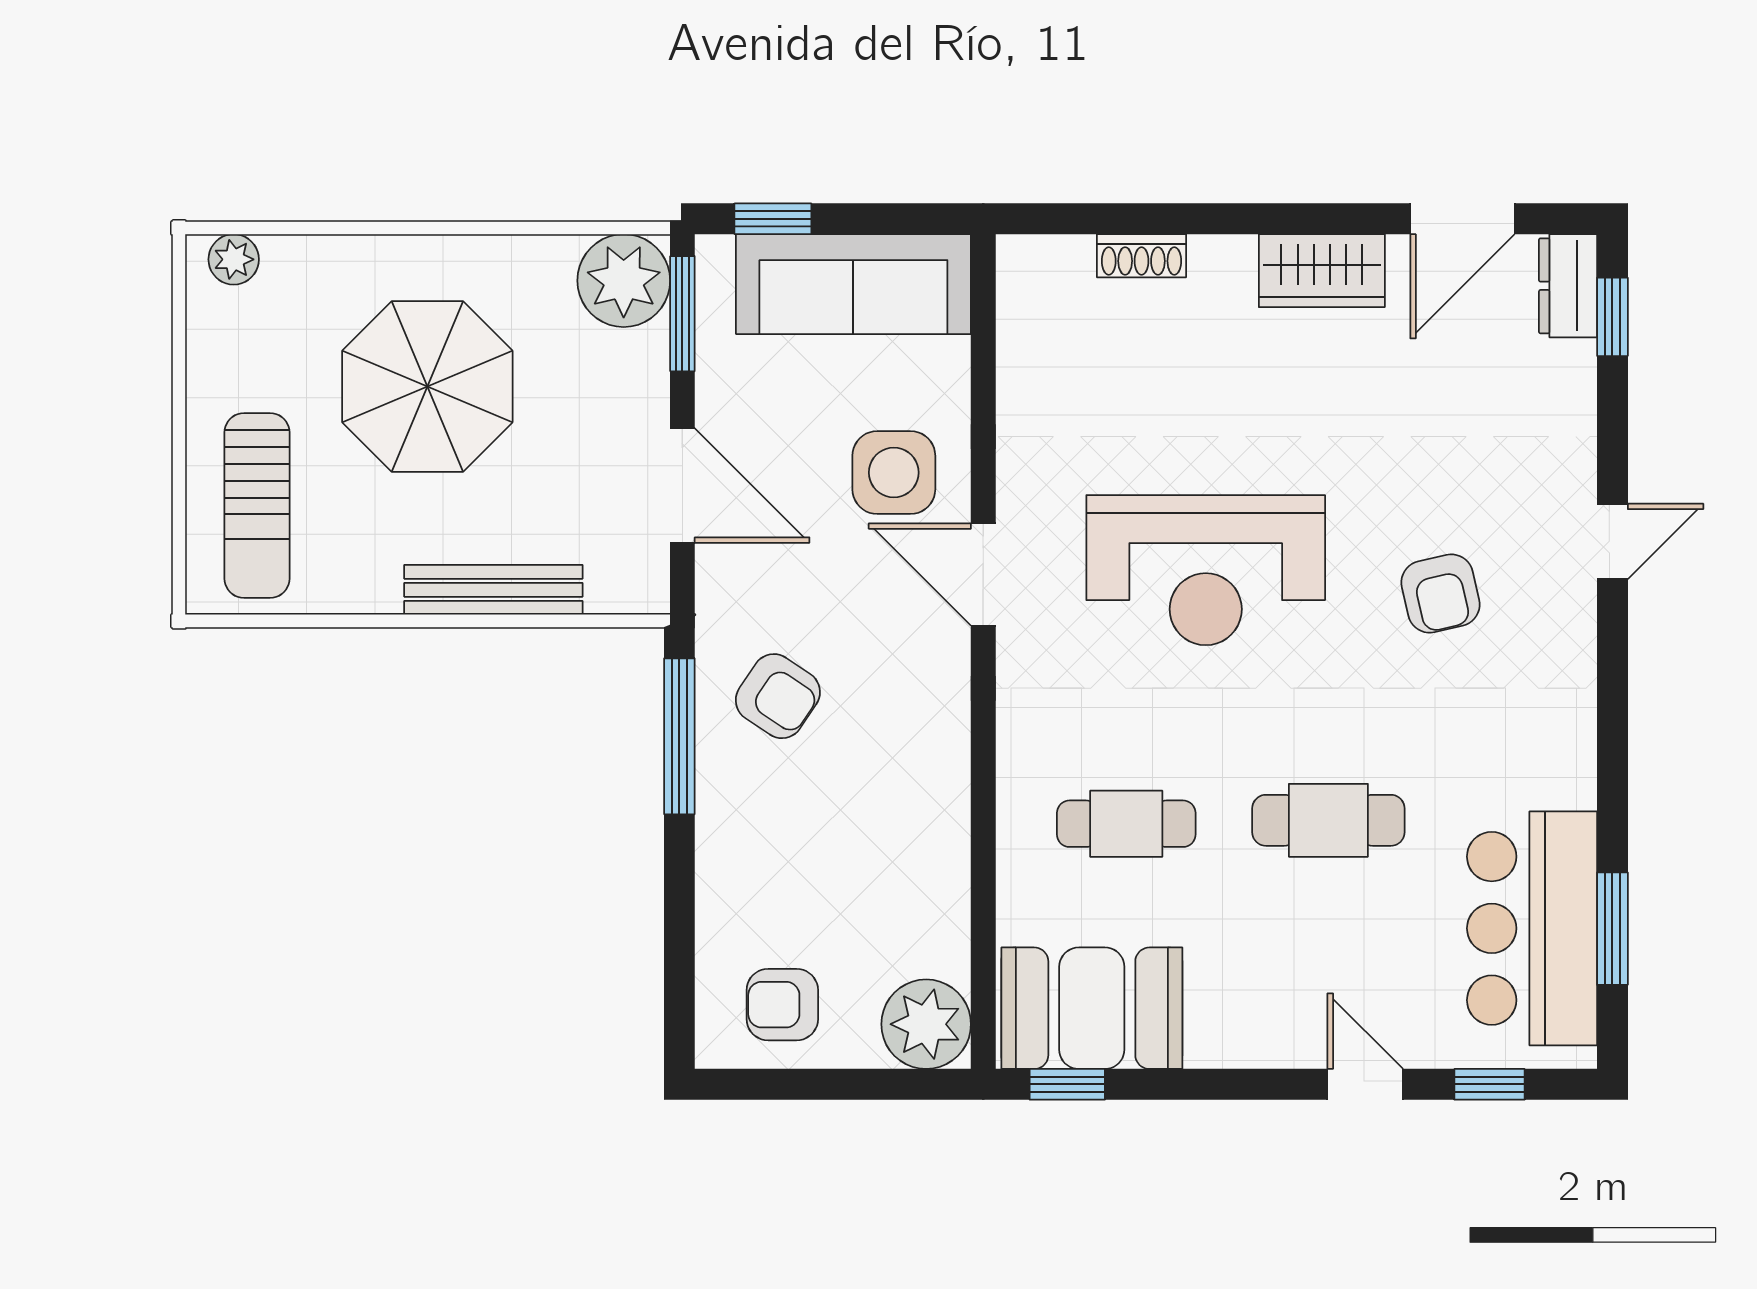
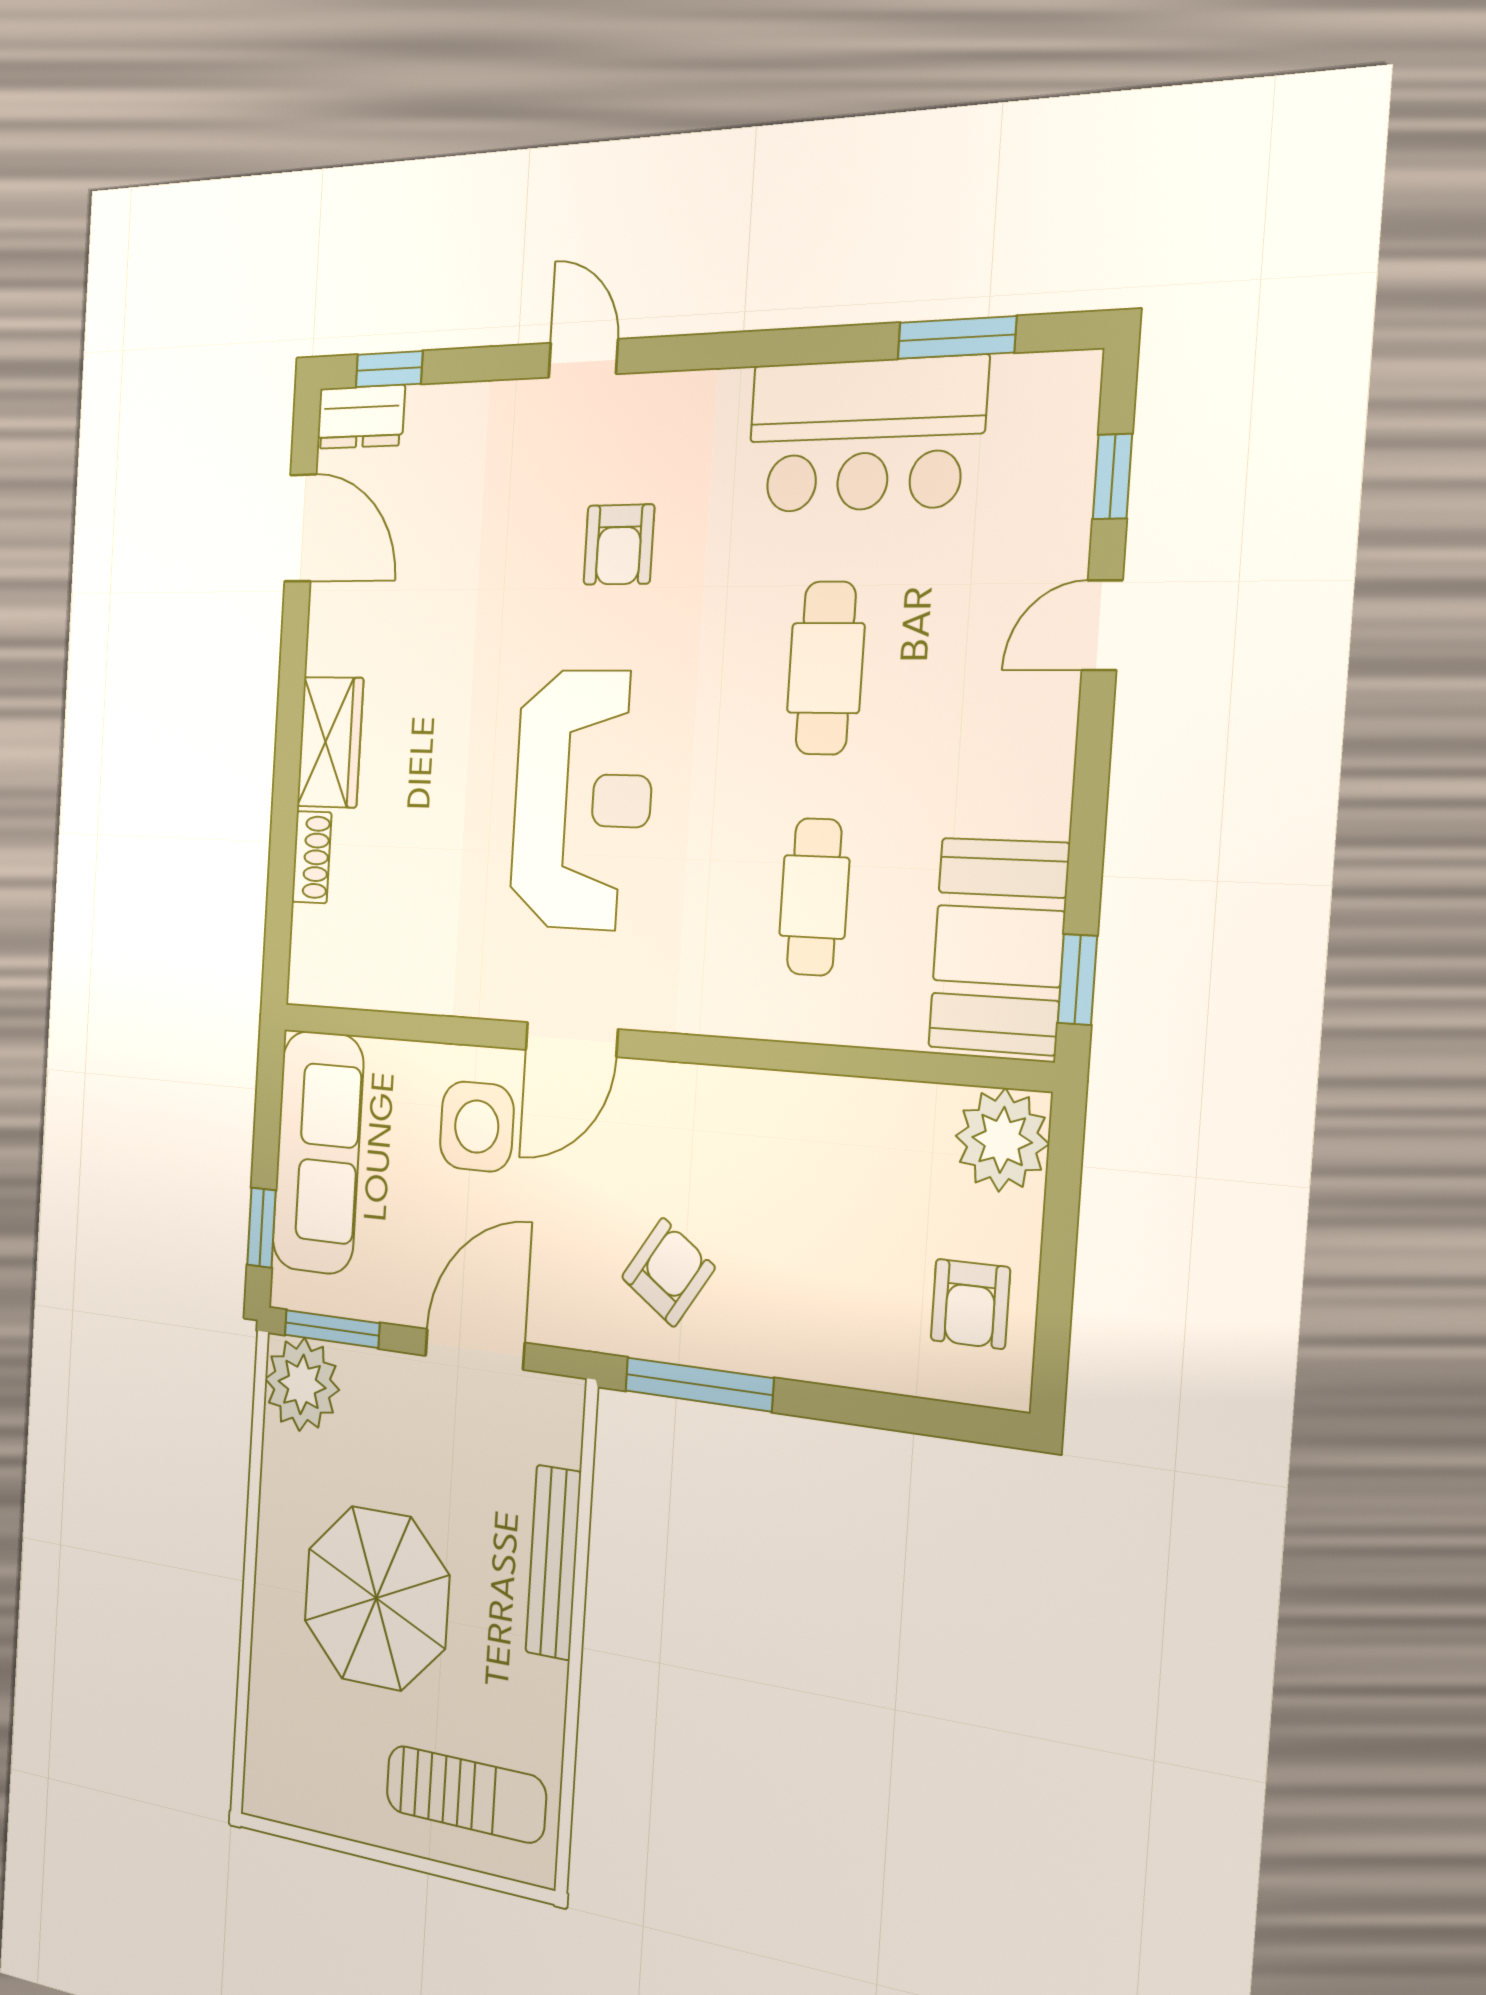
plant: (234, 259) -> (263, 1771), removed
wardrobe: (1322, 271) -> (330, 742), moved
armchair: (1440, 594) -> (619, 545), turned 103
bar counter: (1532, 928) -> (865, 435), moved

